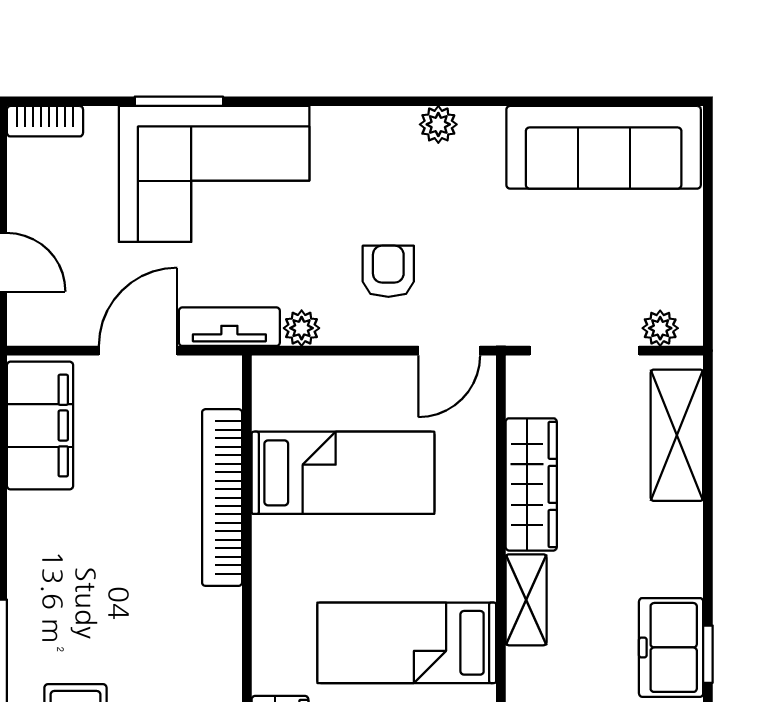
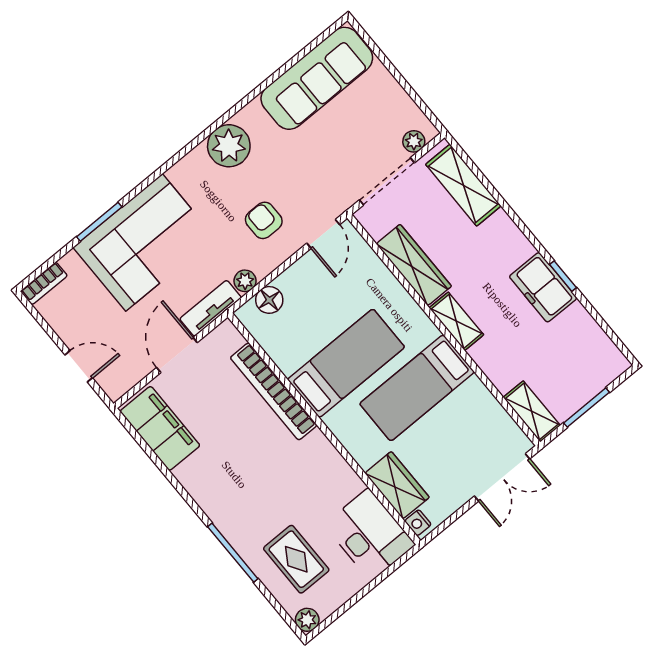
plant: (438, 124) -> (229, 146), width x1.88, depth x1.88
floor lamp: (312, 377) -> (269, 300), added
bed: (343, 473) -> (346, 363), moved

